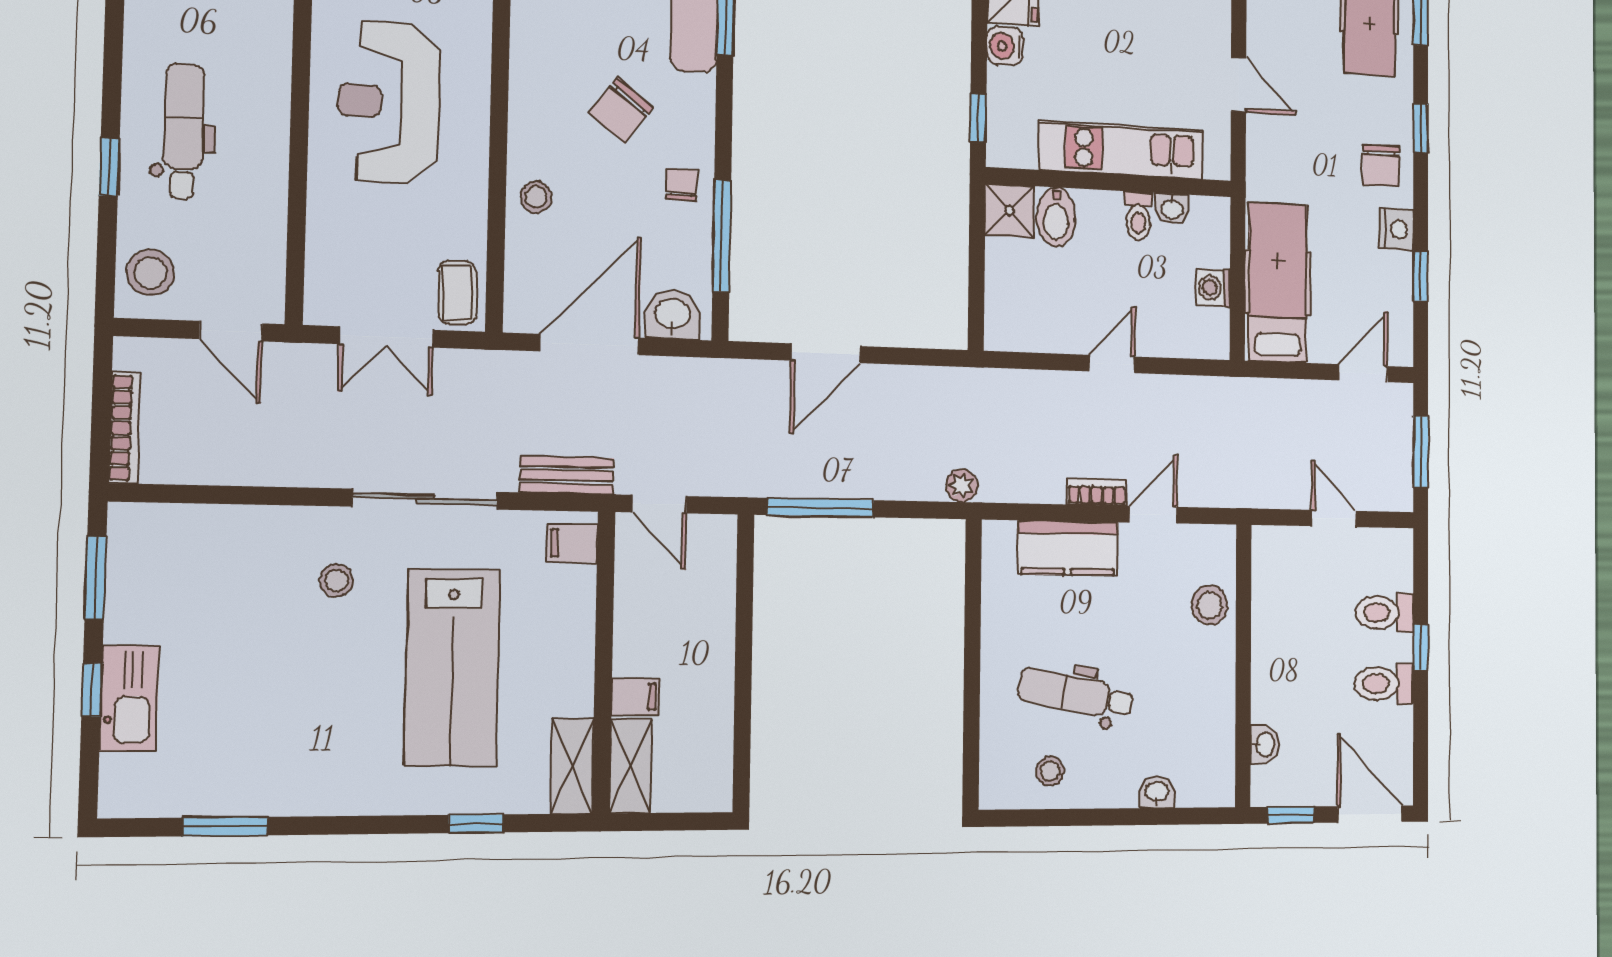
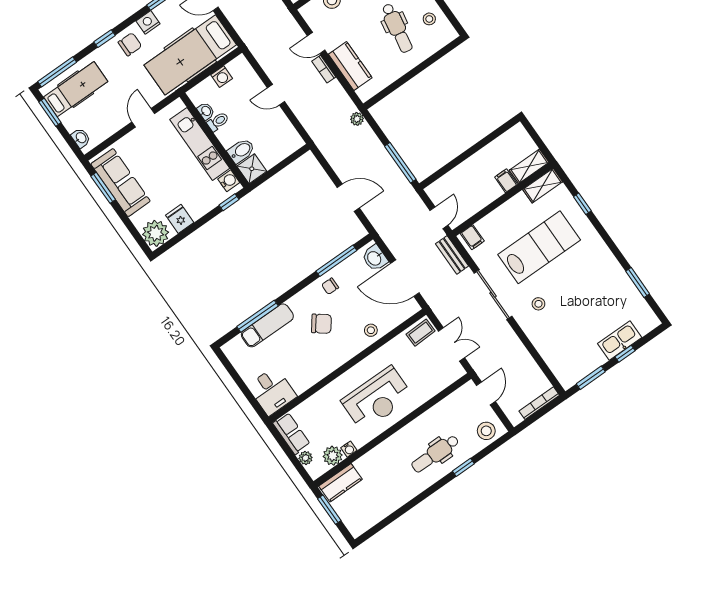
water cooler: (1005, 46) -> (229, 181), moved, turned -90
hospital bed: (1278, 283) -> (190, 55), width x1.37, depth x1.29

